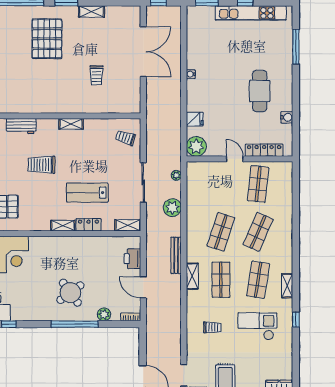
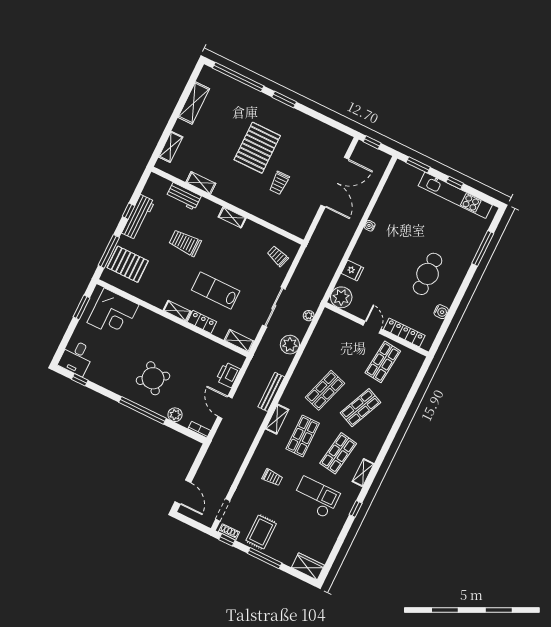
shelving: (92, 12) -> (201, 183), moved
pallet: (47, 39) -> (257, 148), moved

